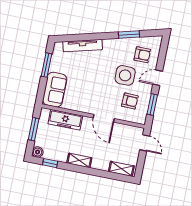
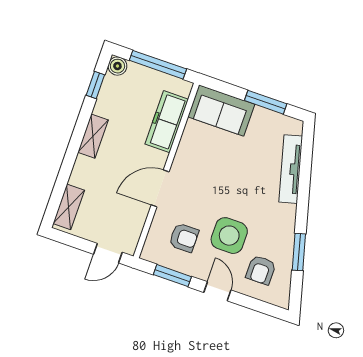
armchair: (130, 101) -> (184, 238), turned -92
window: (34, 129) -> (158, 65), width x1.44

